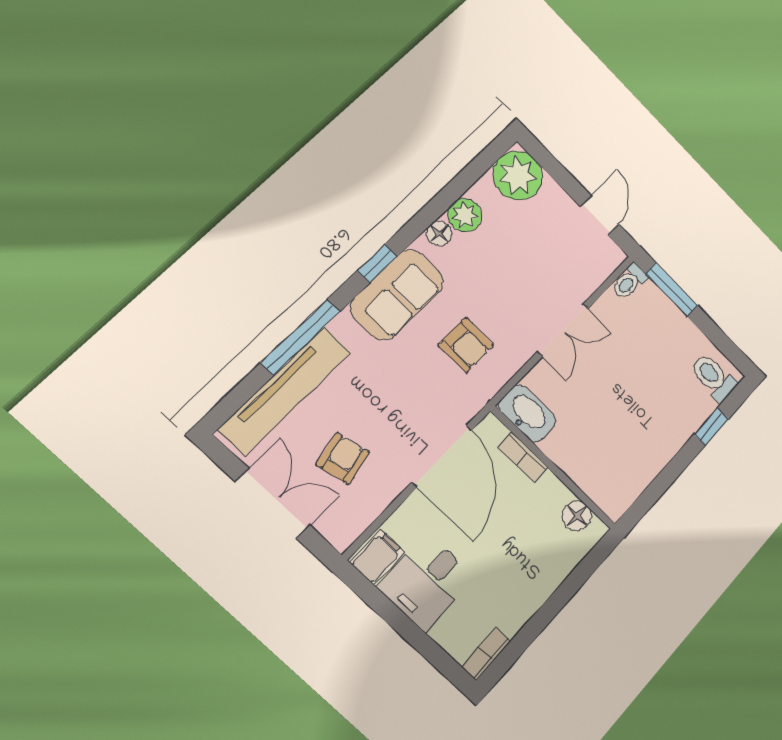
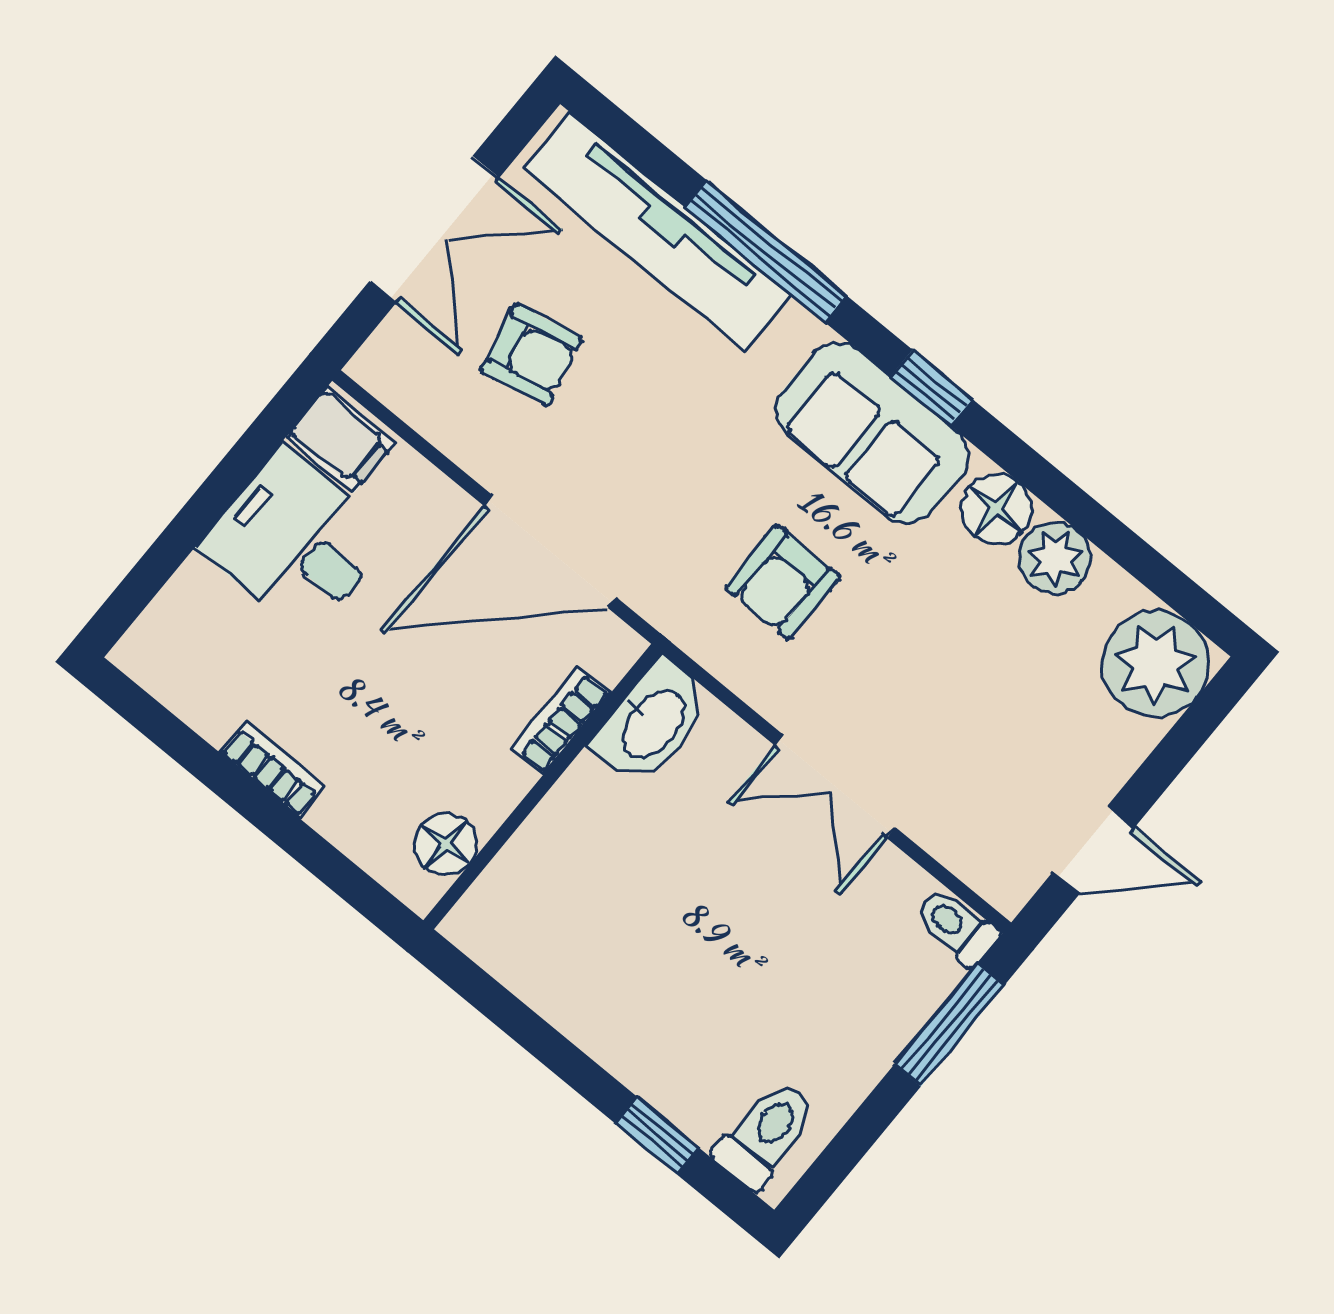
floor lamp: (439, 233) -> (996, 509), width x1.37, depth x1.37
bookcase: (486, 654) -> (272, 769), moved

